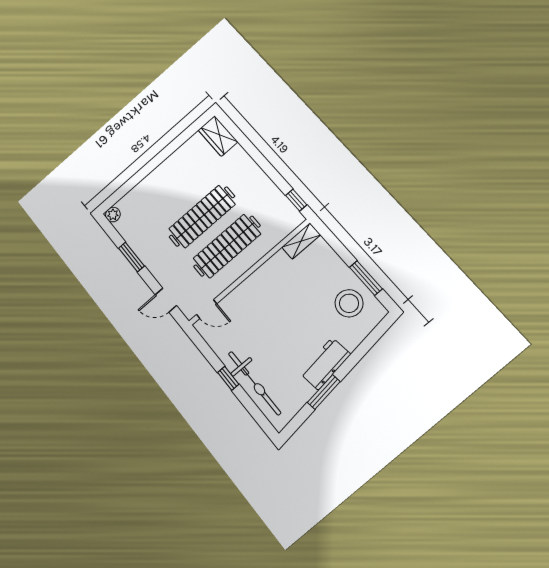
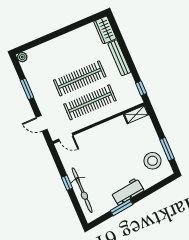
bench: (250, 167) -> (119, 58), added

